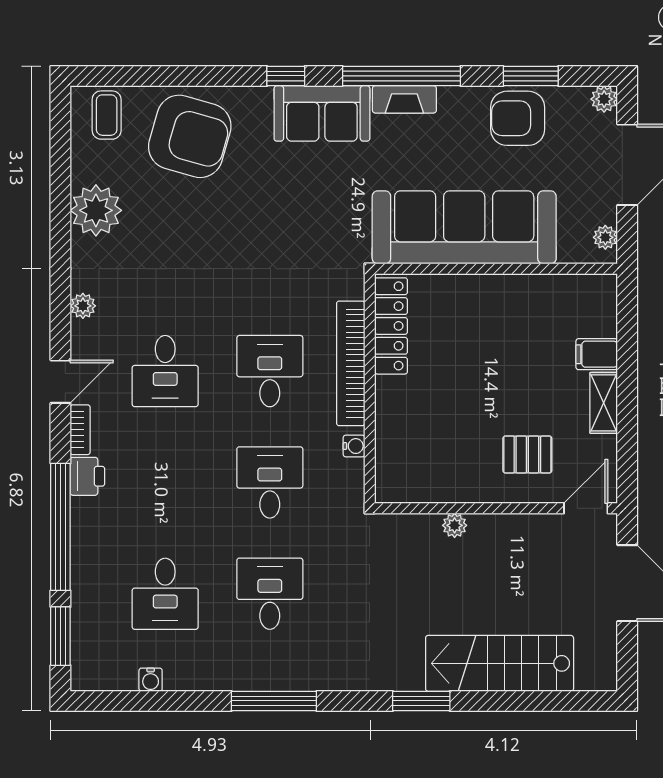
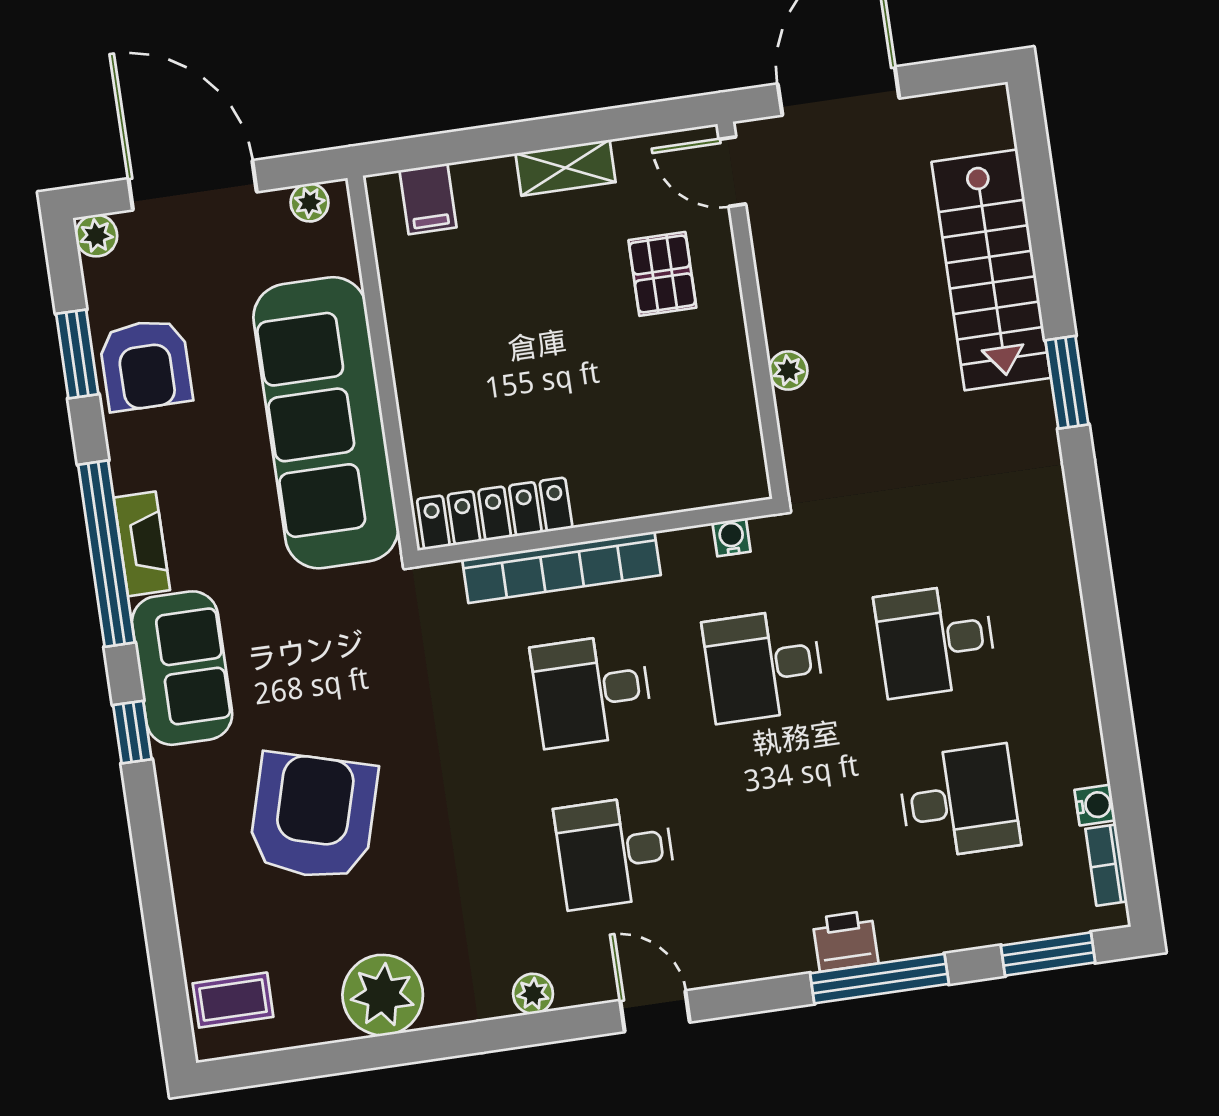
armchair: (190, 136) -> (313, 817), moved
filing cabinet: (597, 354) -> (428, 199), moved
desk: (165, 371) -> (615, 852), turned 180
bookcase: (80, 430) -> (1106, 865), moved, turned -90
water cooler: (354, 446) -> (732, 537), moved
printer: (87, 476) -> (845, 941), moved
window: (60, 527) -> (879, 979), width x0.68
window: (274, 701) -> (1100, 610), removed

